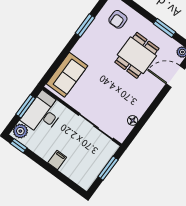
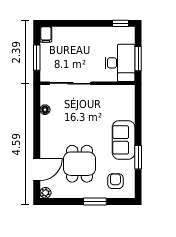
window: (164, 28) -> (95, 201), moved
sofa: (67, 75) -> (124, 140), moved
plant: (20, 131) -> (128, 36), removed
filing cabinet: (57, 160) -> (46, 34), moved

